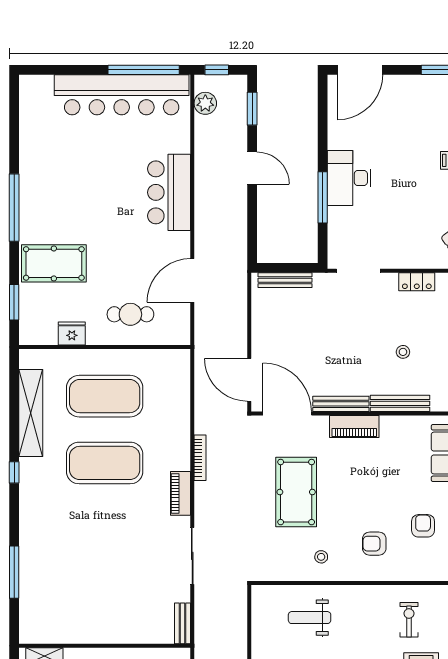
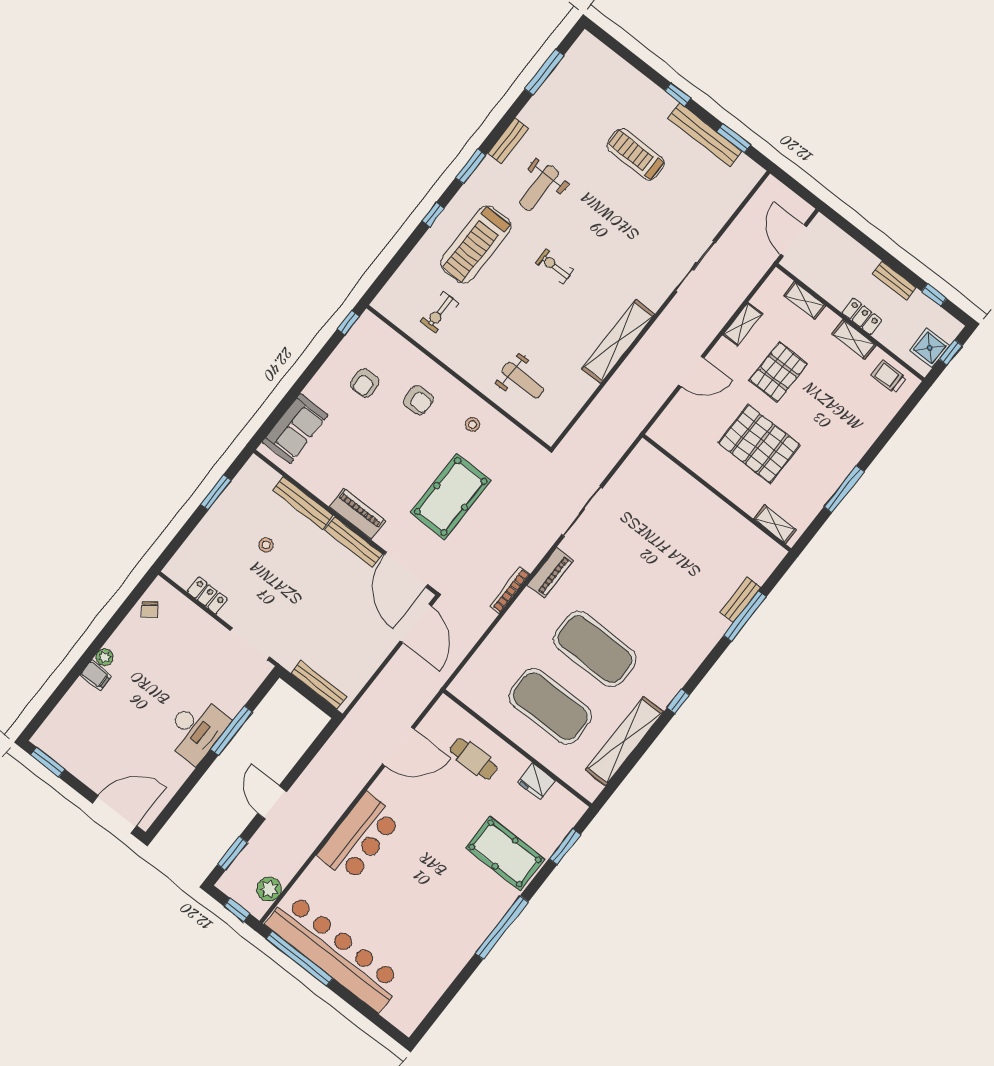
bench: (182, 623) -> (741, 600), moved

